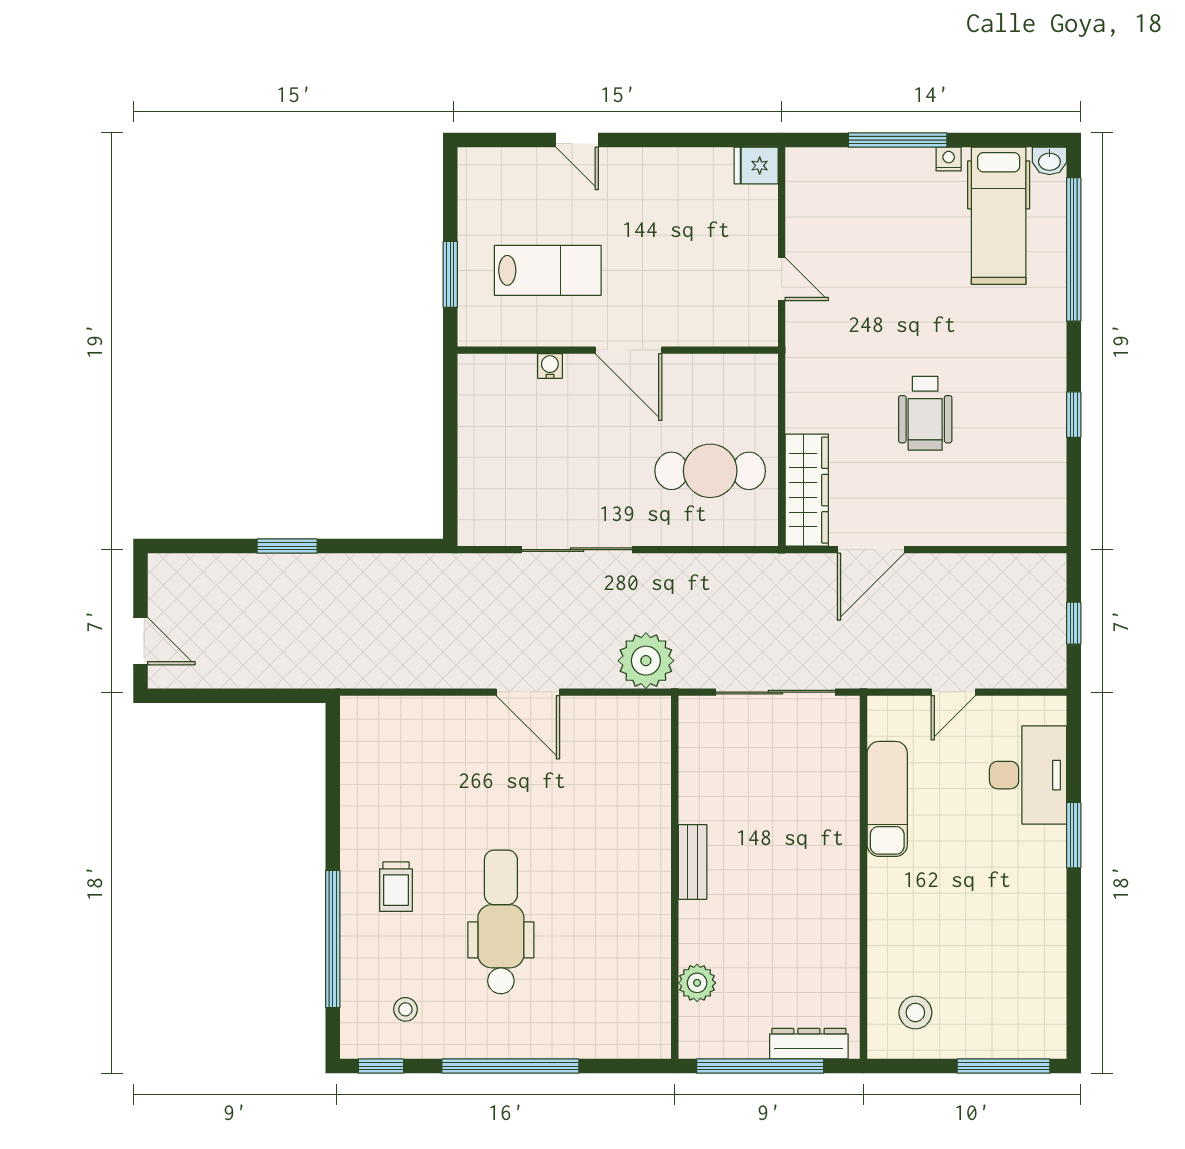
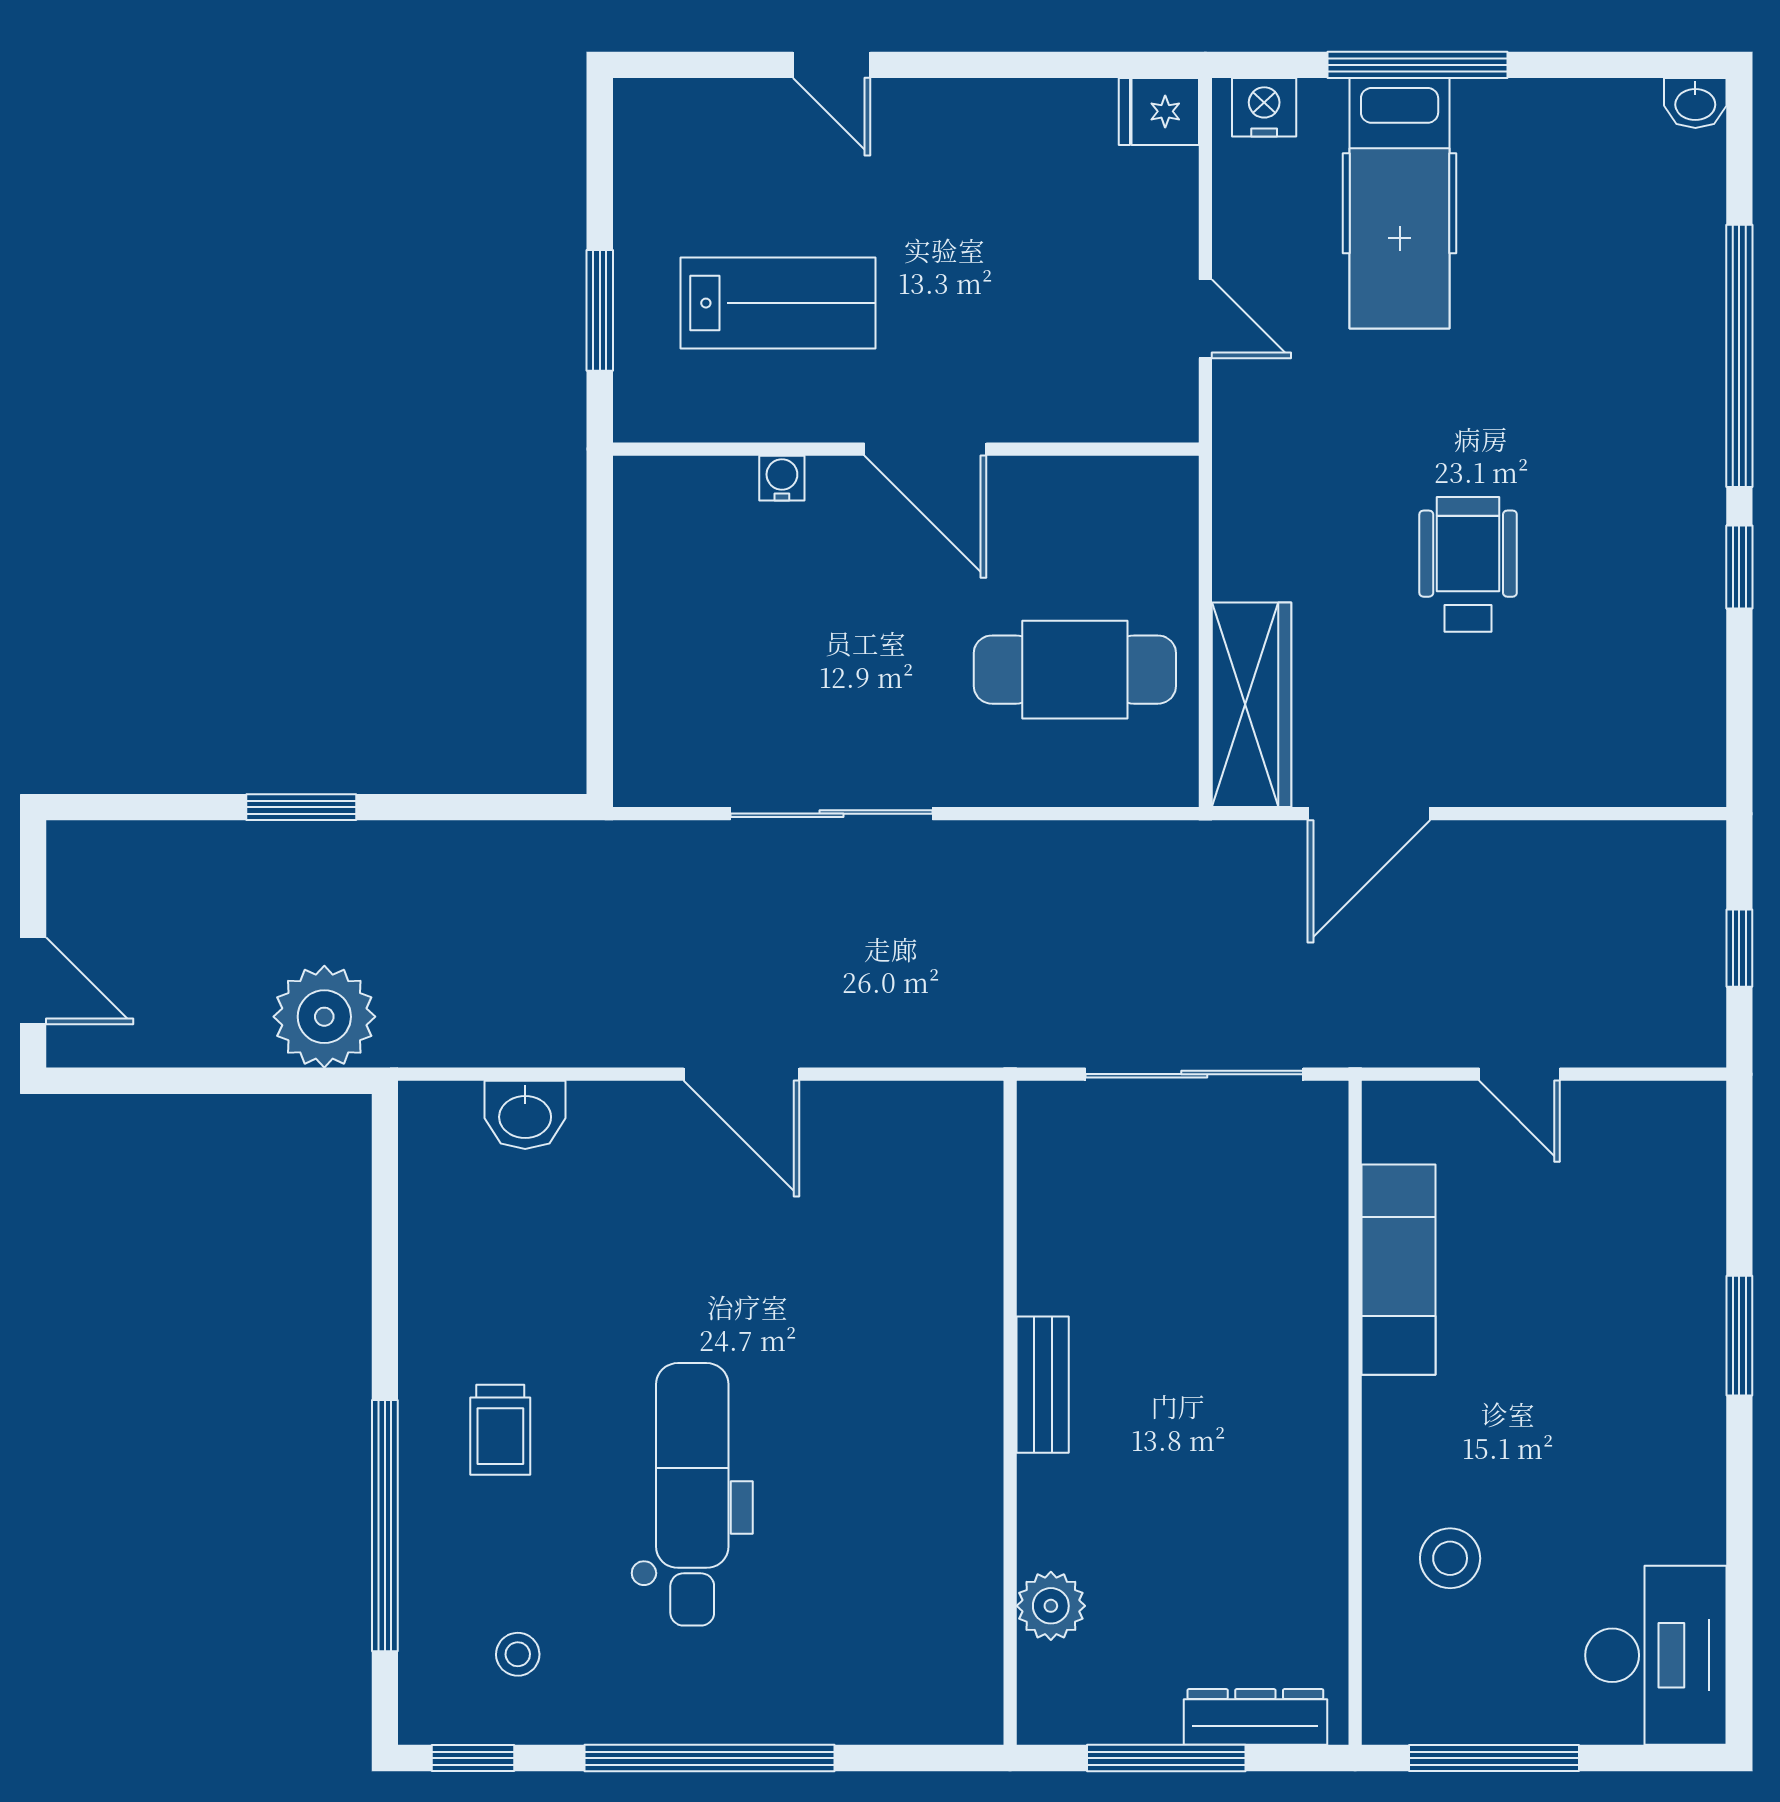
nightstand: (949, 159) -> (1264, 107), moved, width x1.39, depth x1.35
hospital bed: (999, 216) -> (1400, 203), moved
window: (1074, 249) -> (1739, 356), moved
wheelchair: (925, 413) -> (1468, 564), turned 180
plant: (646, 661) -> (324, 1017), moved
door: (953, 692) -> (1520, 1074), hinge flipped
washbasin: (409, 714) -> (525, 1115), added
desk: (1028, 775) -> (1656, 1655), moved
stool: (915, 1012) -> (1450, 1558), moved
window: (760, 1066) -> (1166, 1758), width x0.68
window: (1004, 1066) -> (1494, 1758), moved

